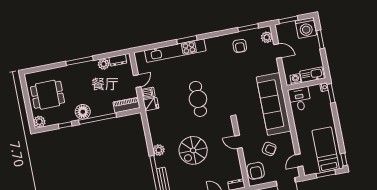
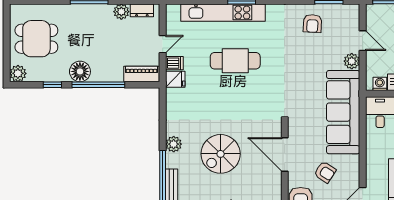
plant: (267, 37) -> (352, 61), moved
cafe table: (198, 99) -> (235, 61), moved, turned 90
door: (238, 142) -> (285, 154), width x1.88

